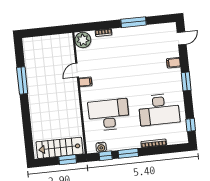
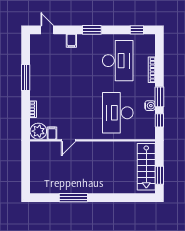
door: (77, 70) -> (69, 140), hinge flipped
filing cabinet: (85, 82) -> (52, 133), moved
water cooler: (101, 147) -> (150, 106), moved
window: (68, 160) -> (159, 175), moved

